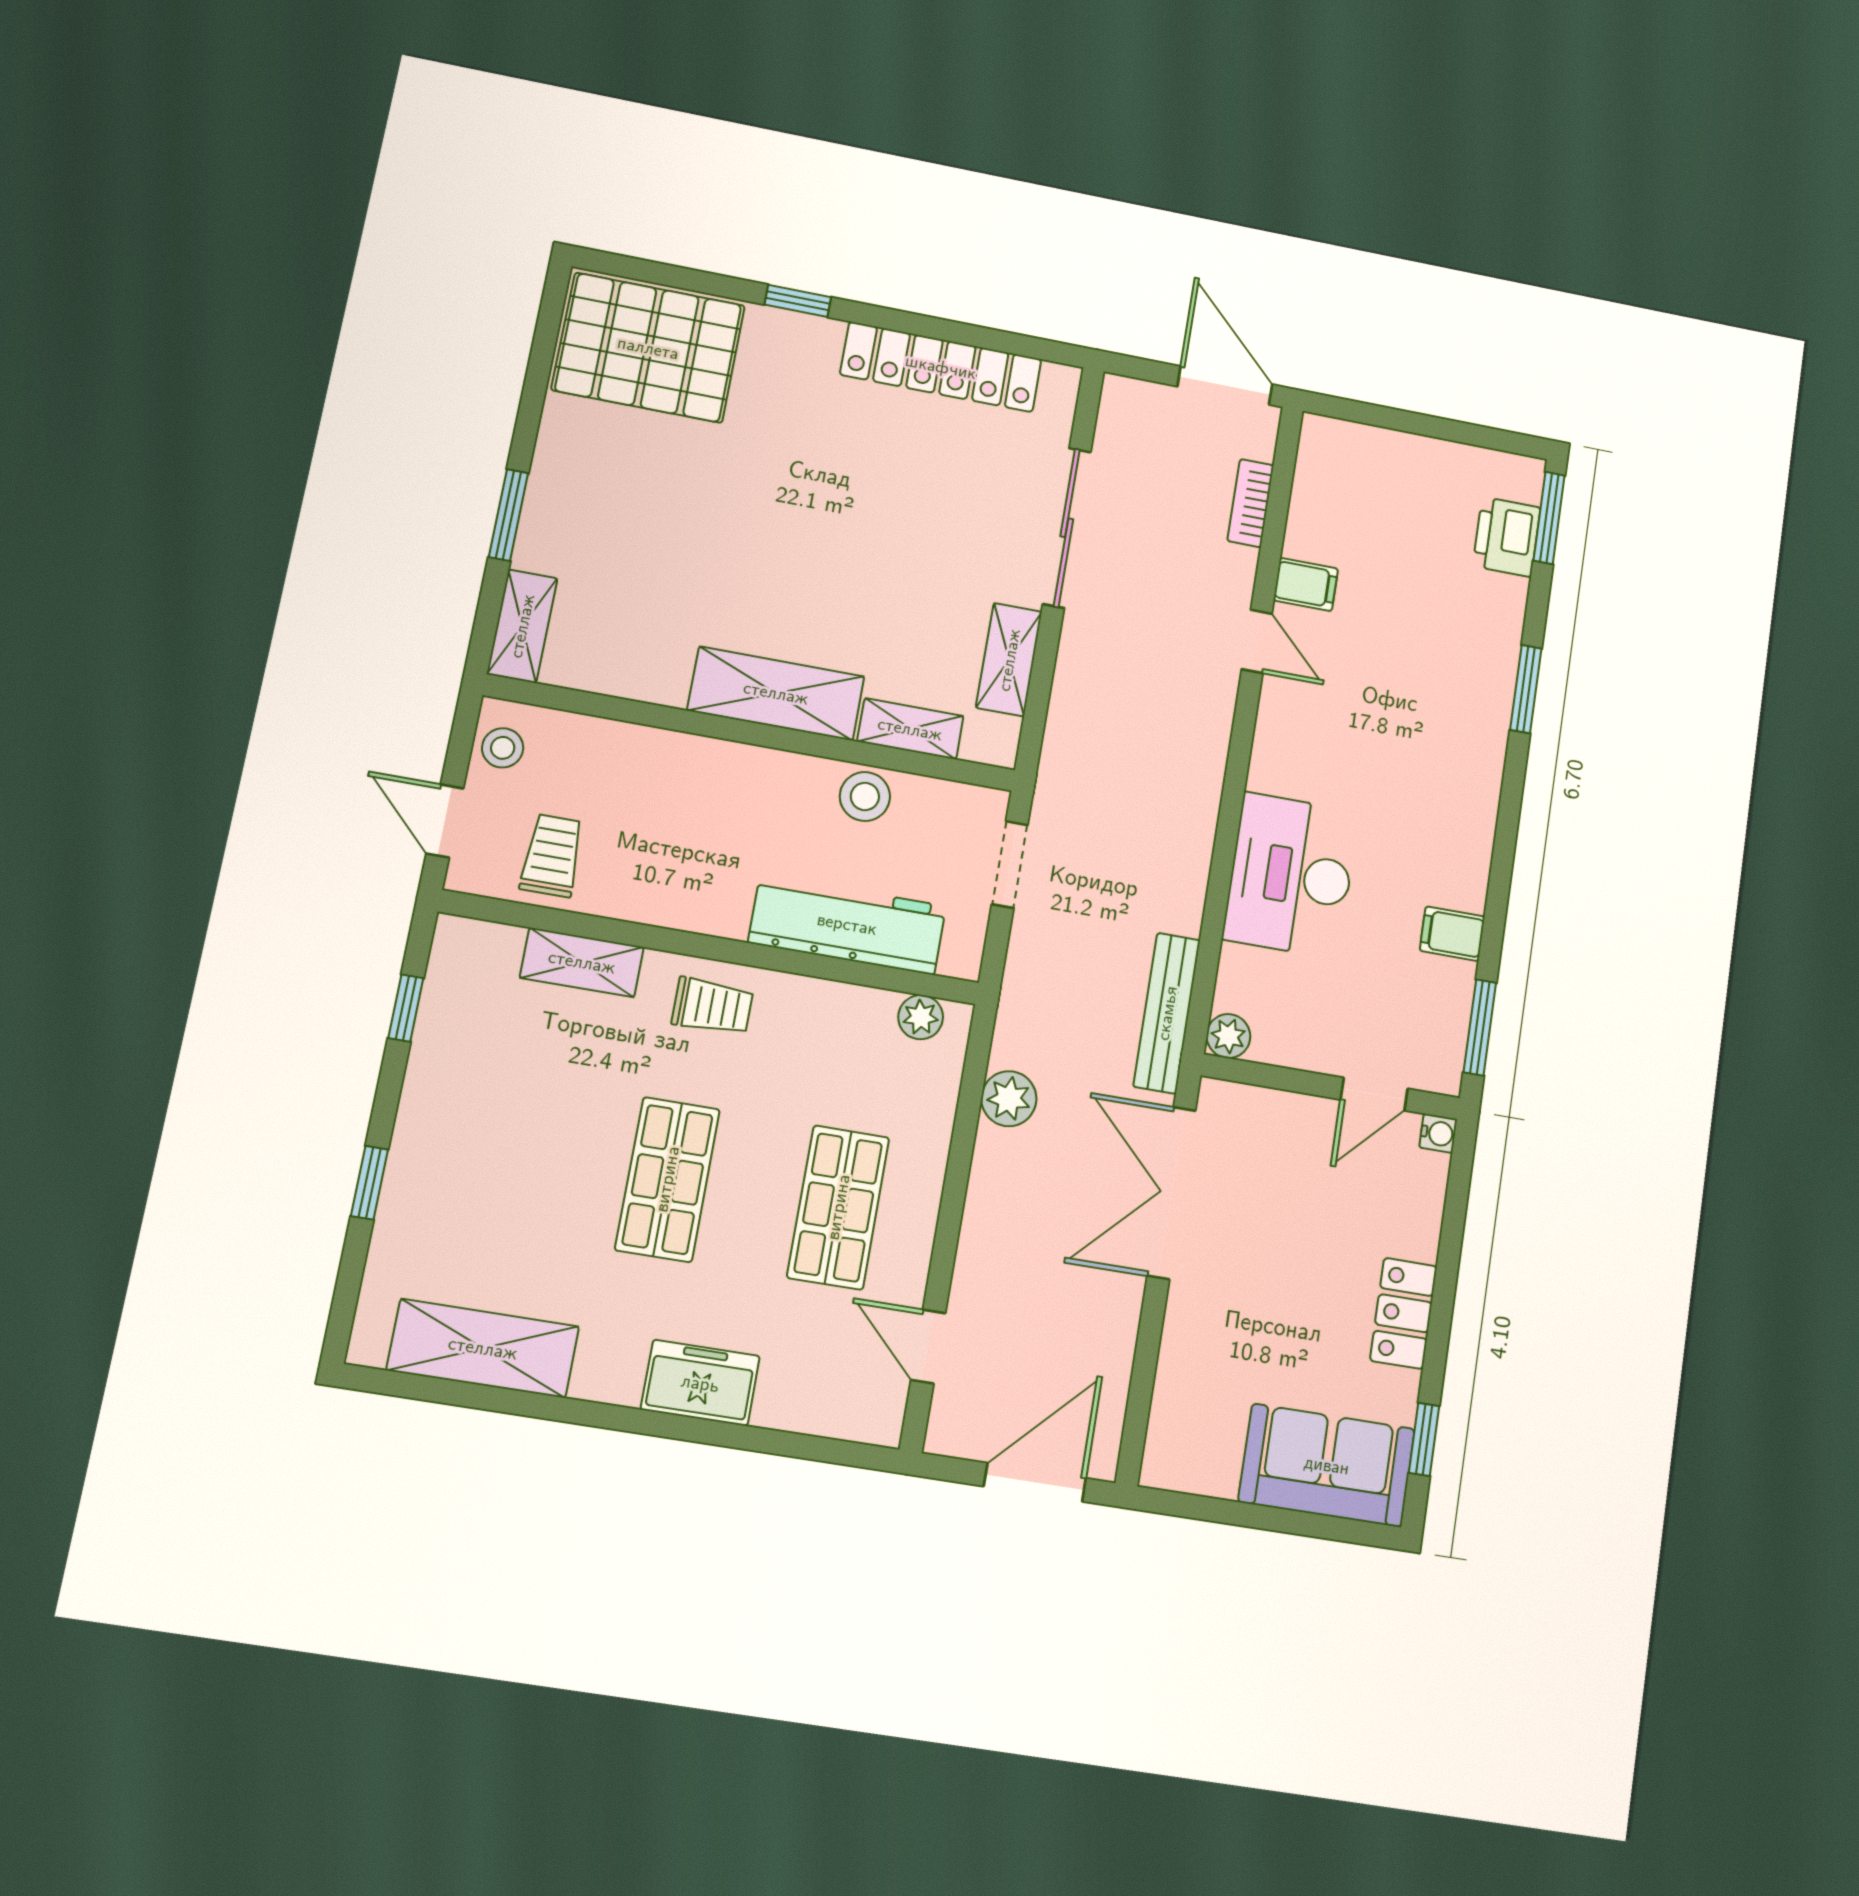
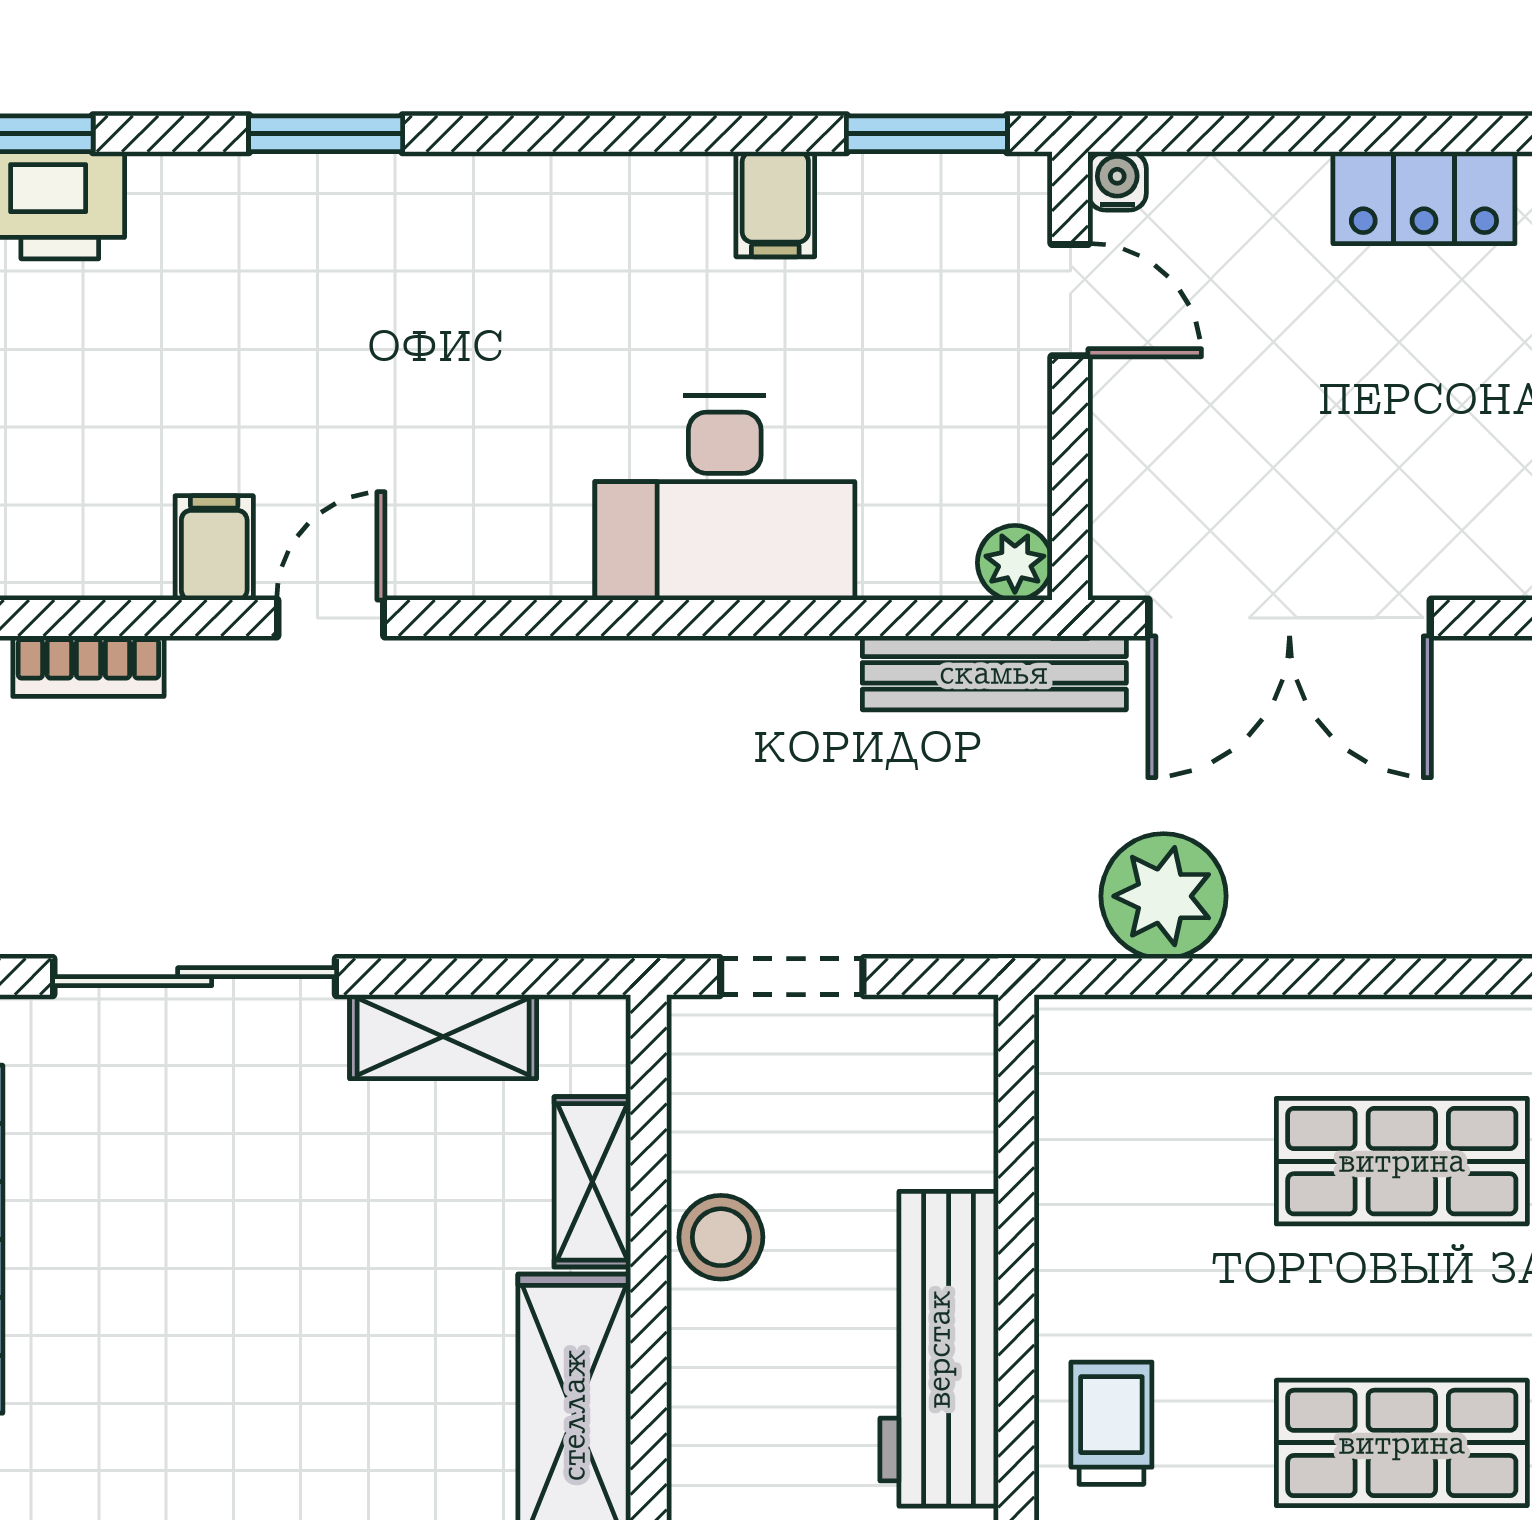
workbench: (847, 924) -> (939, 1349), moved
plant: (921, 1017) -> (1071, 1081), removed
plant: (1009, 1099) -> (1164, 896), width x1.36, depth x1.36

